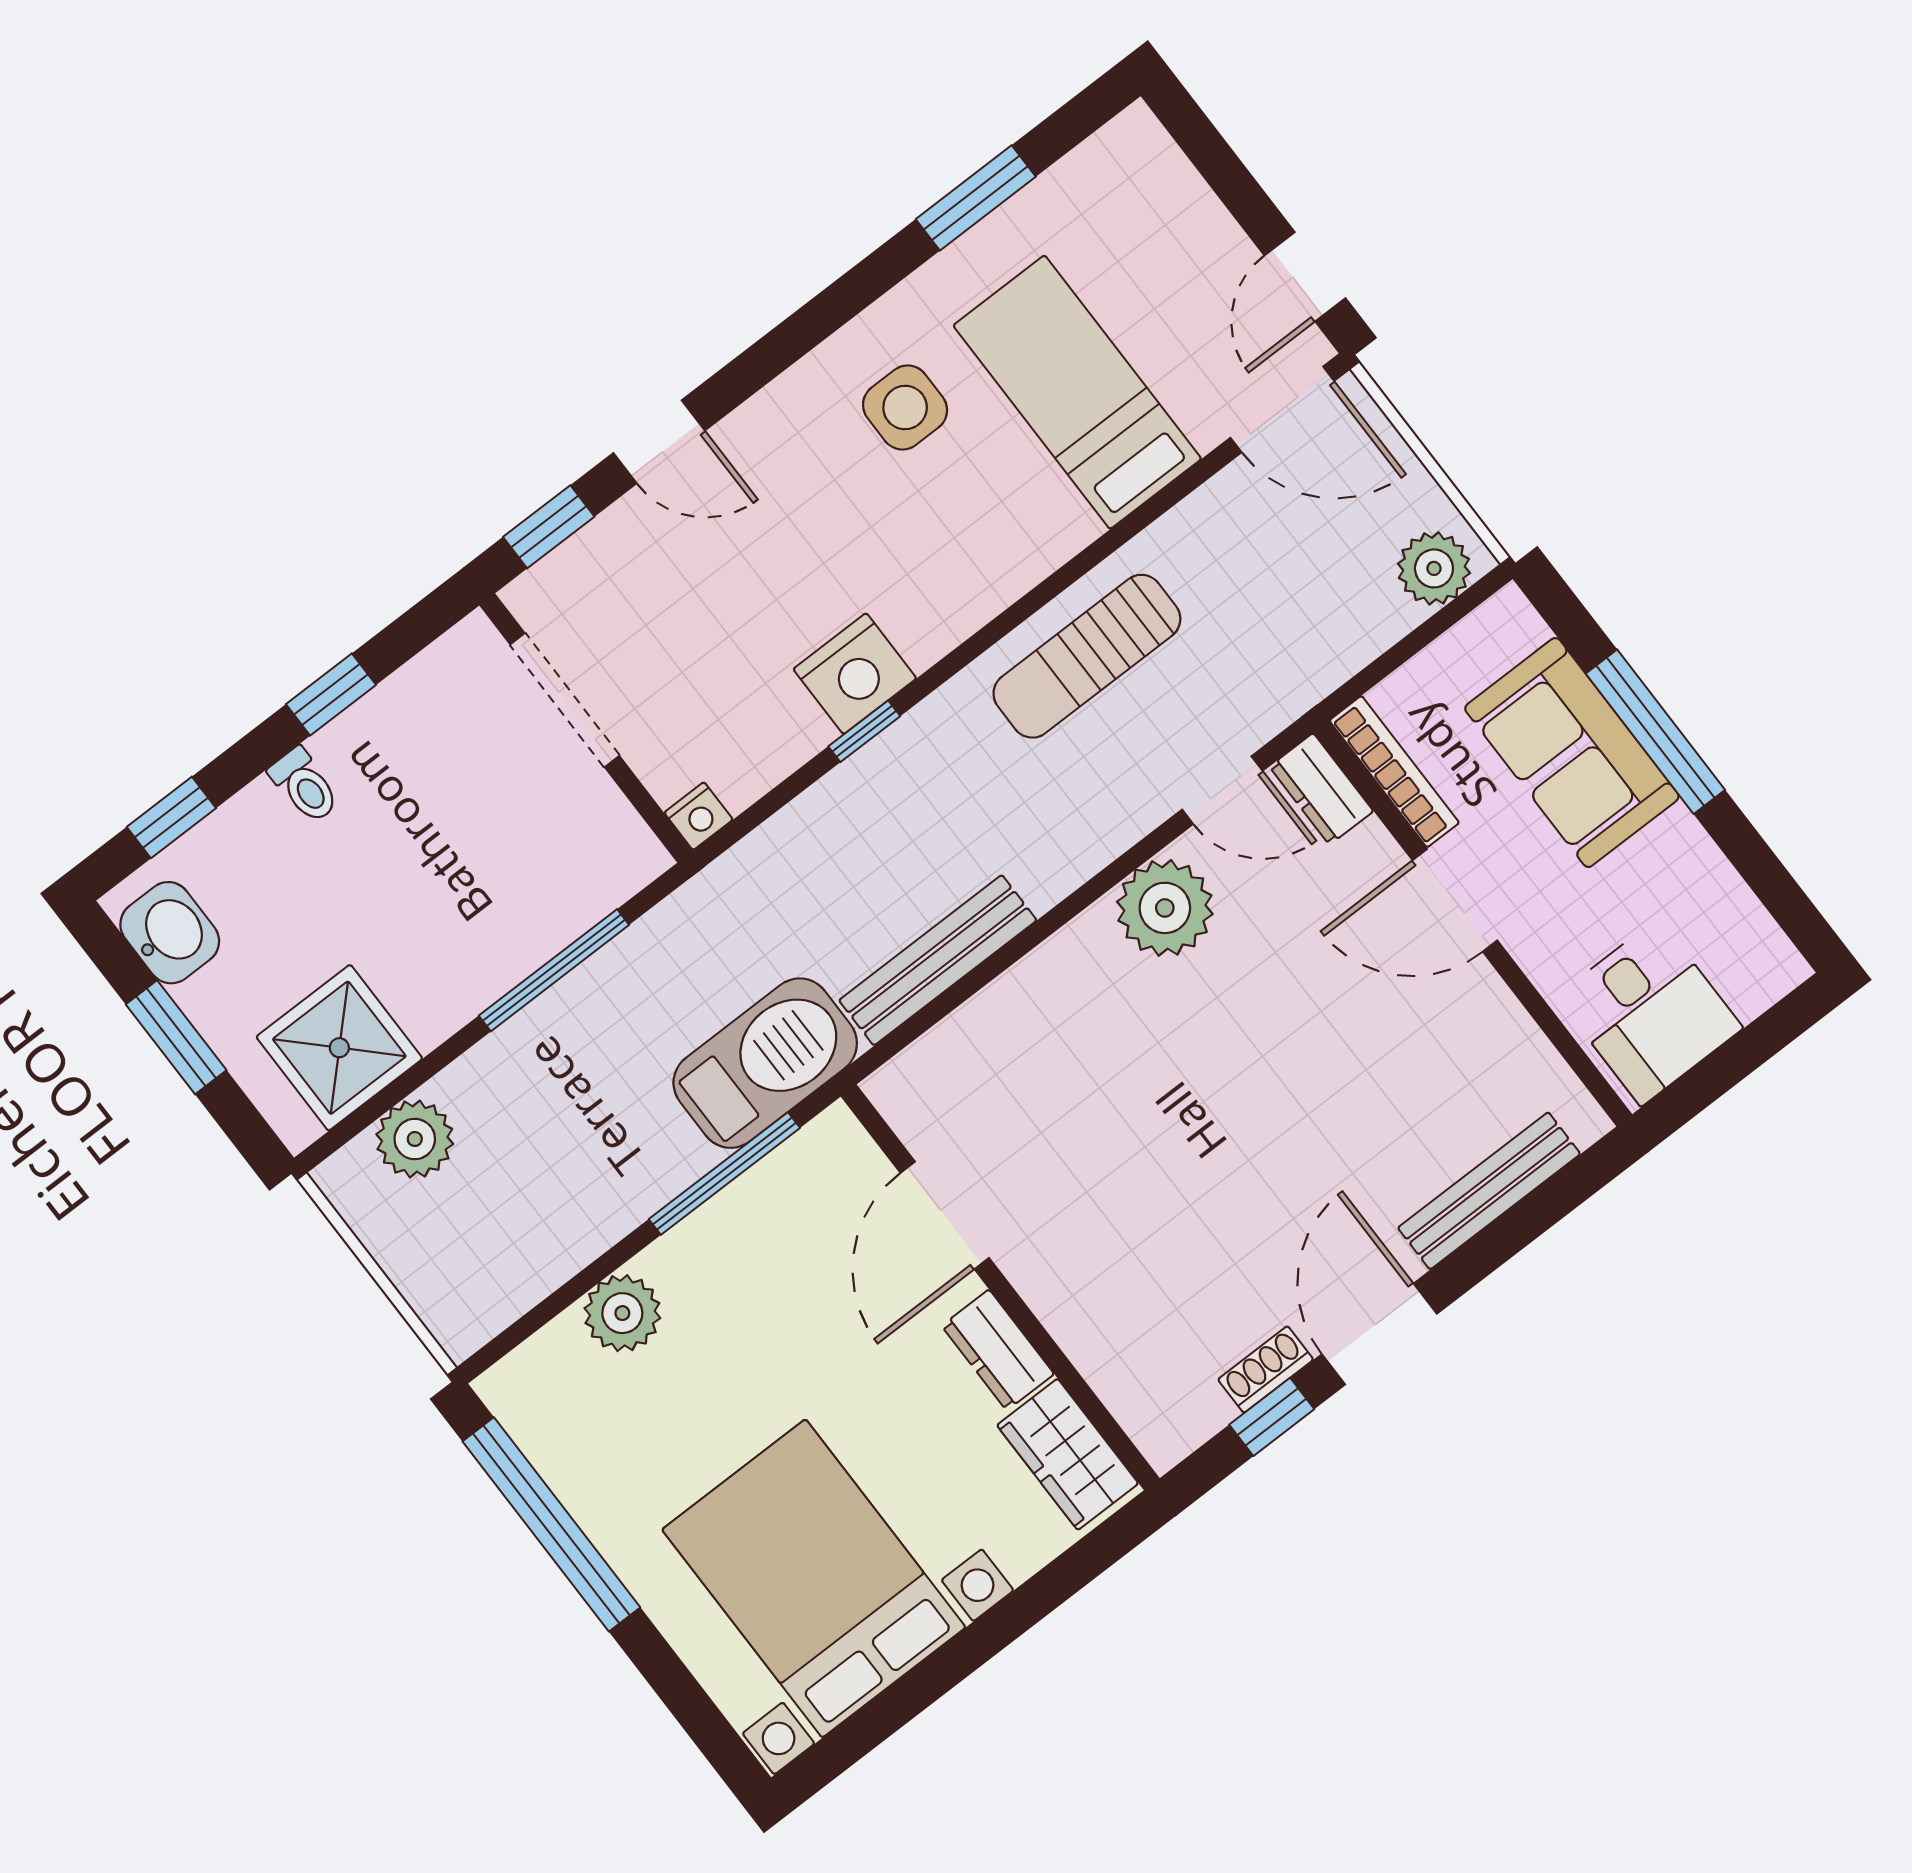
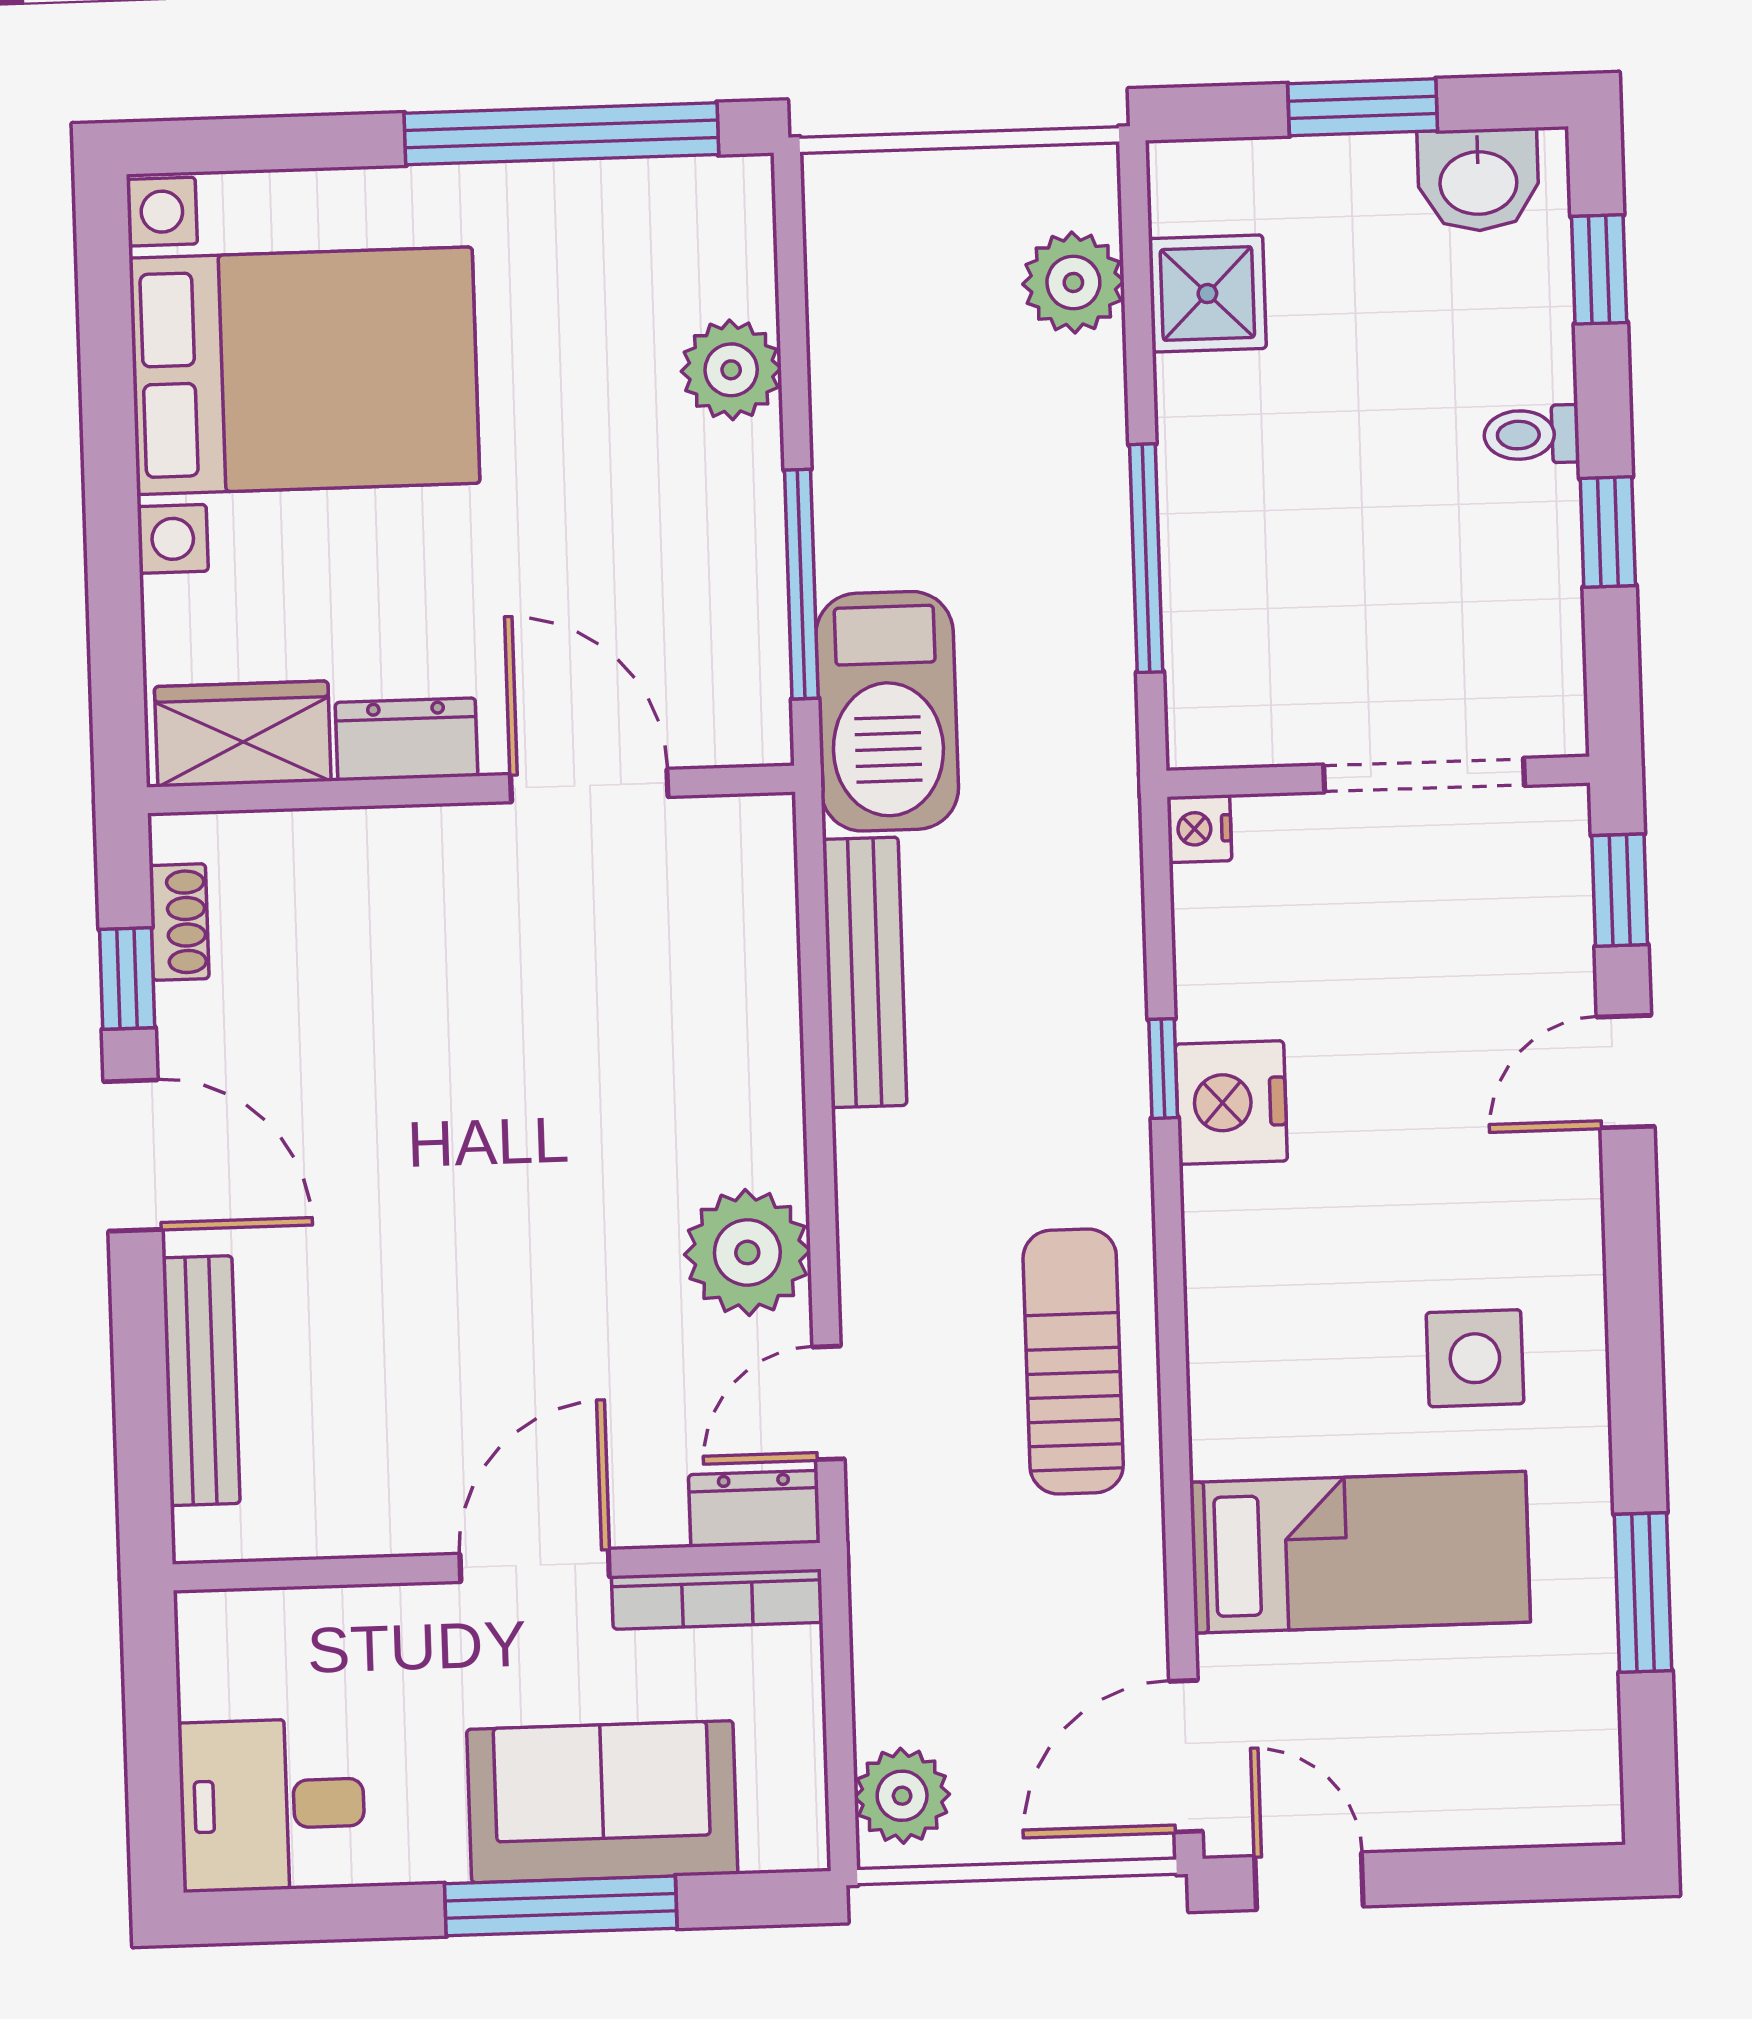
desk: (1650, 1012) -> (272, 1805), moved
shower: (339, 1048) -> (1207, 294), width x0.73, depth x0.73
shoe rack: (1266, 1369) -> (179, 922), moved

